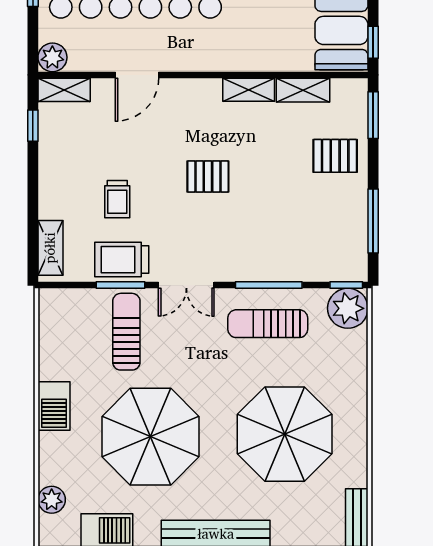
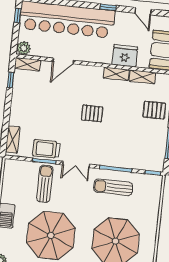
fridge: (262, 51) -> (125, 56), added
trolley: (117, 199) -> (47, 120), removed
plant: (348, 308) -> (152, 184), removed

